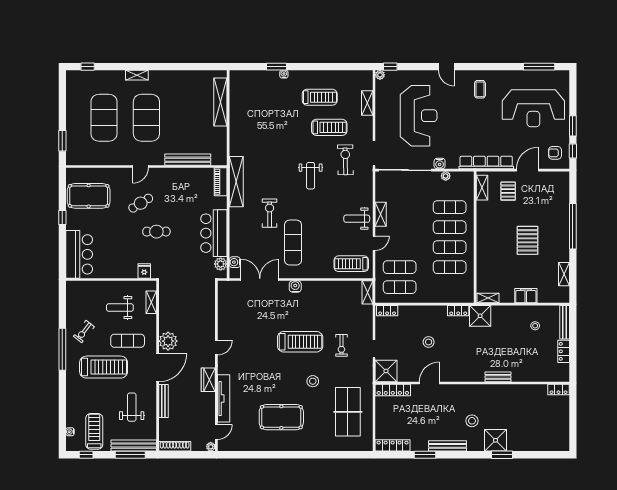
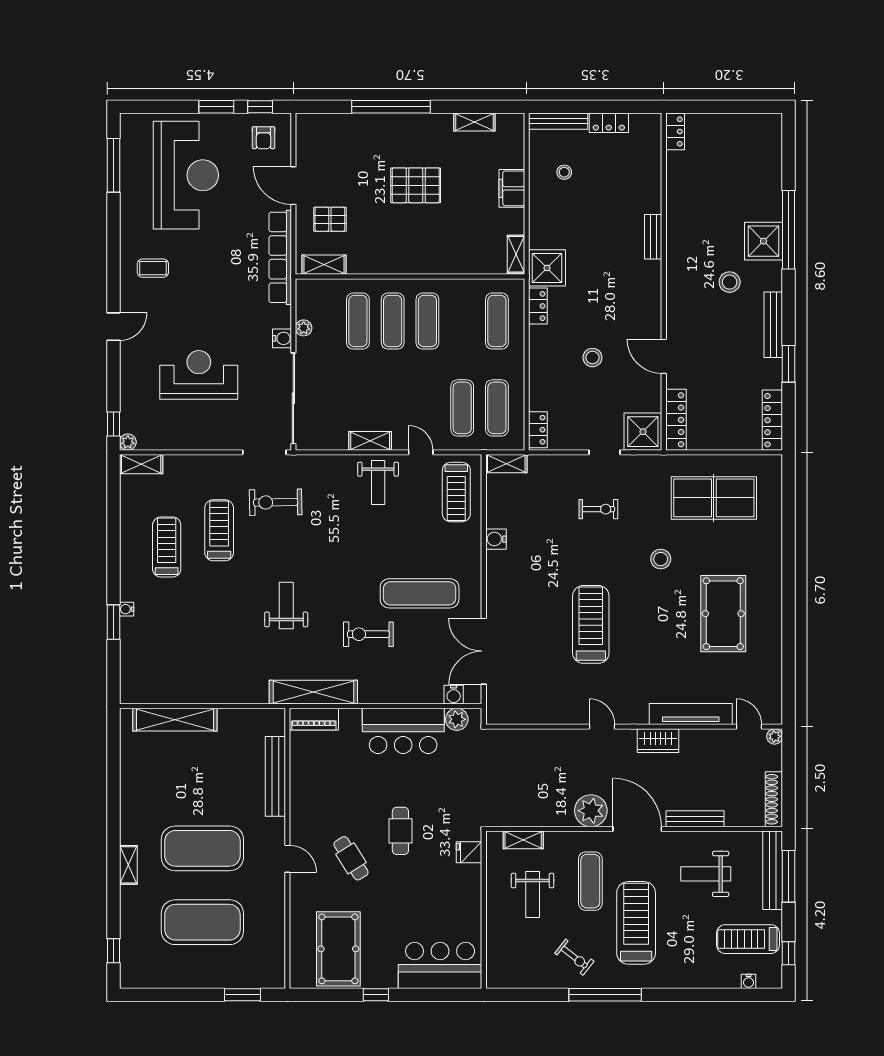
shelving: (367, 103) -> (141, 464), moved
reception desk: (419, 116) -> (199, 375), width x0.74, depth x0.77
weight bench: (311, 176) -> (286, 605), moved, turned -90
exercise mat: (450, 267) -> (497, 321), moved
water cooler: (295, 287) -> (496, 539), moved
treadmill: (300, 342) -> (591, 624), moved
window: (502, 455) -> (789, 230), width x2.11

